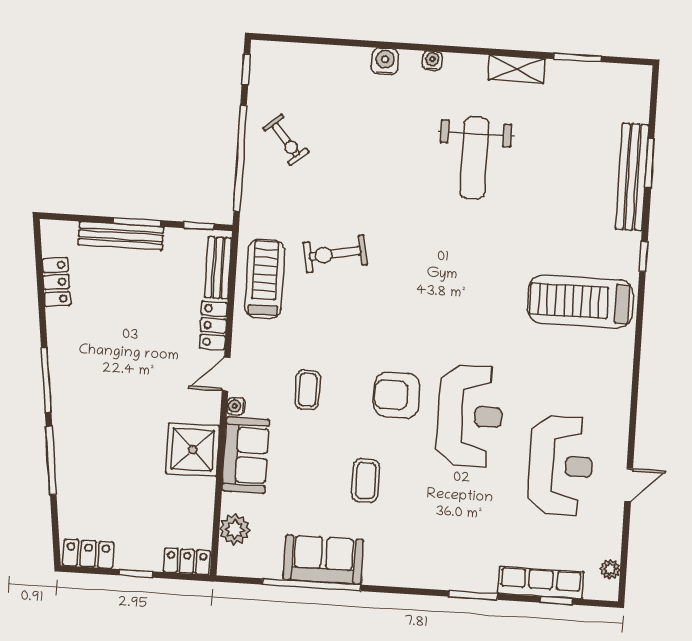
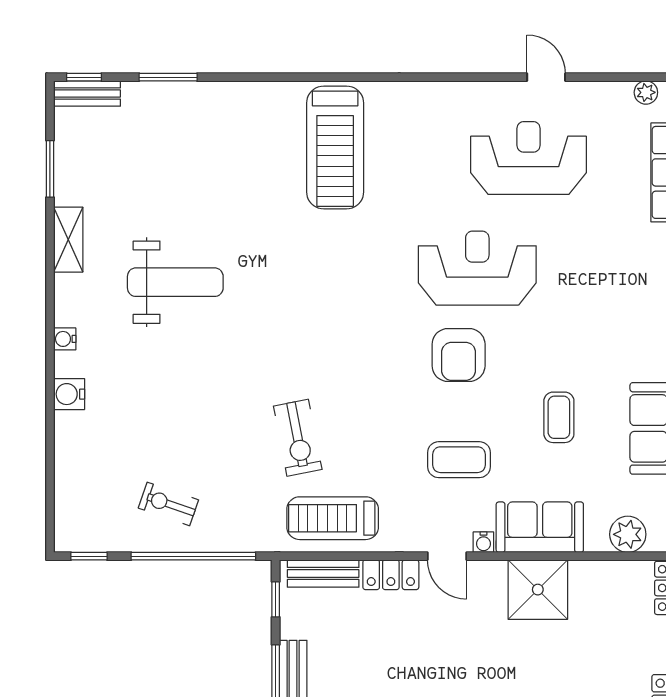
exercise bike: (286, 140) -> (168, 504), turned -121
bench: (632, 177) -> (87, 94), moved, width x0.54, depth x0.82
window: (643, 256) -> (84, 77), moved
coffee table: (308, 390) -> (459, 460), width x1.36, depth x1.30
coffee table: (366, 481) -> (559, 417), moved, turned 90

